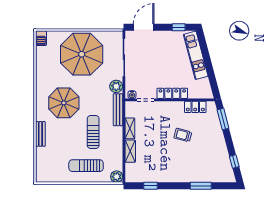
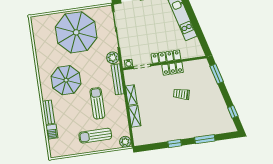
barbecue: (41, 38) -> (52, 132), moved
locker: (195, 107) -> (173, 69), moved
window: (151, 186) -> (175, 143), moved

